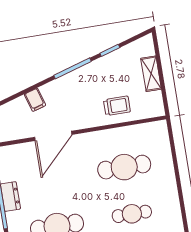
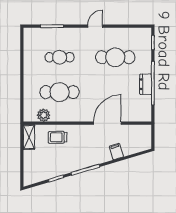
shelving: (151, 74) -> (29, 137), moved
plant: (141, 132) -> (44, 115), added

